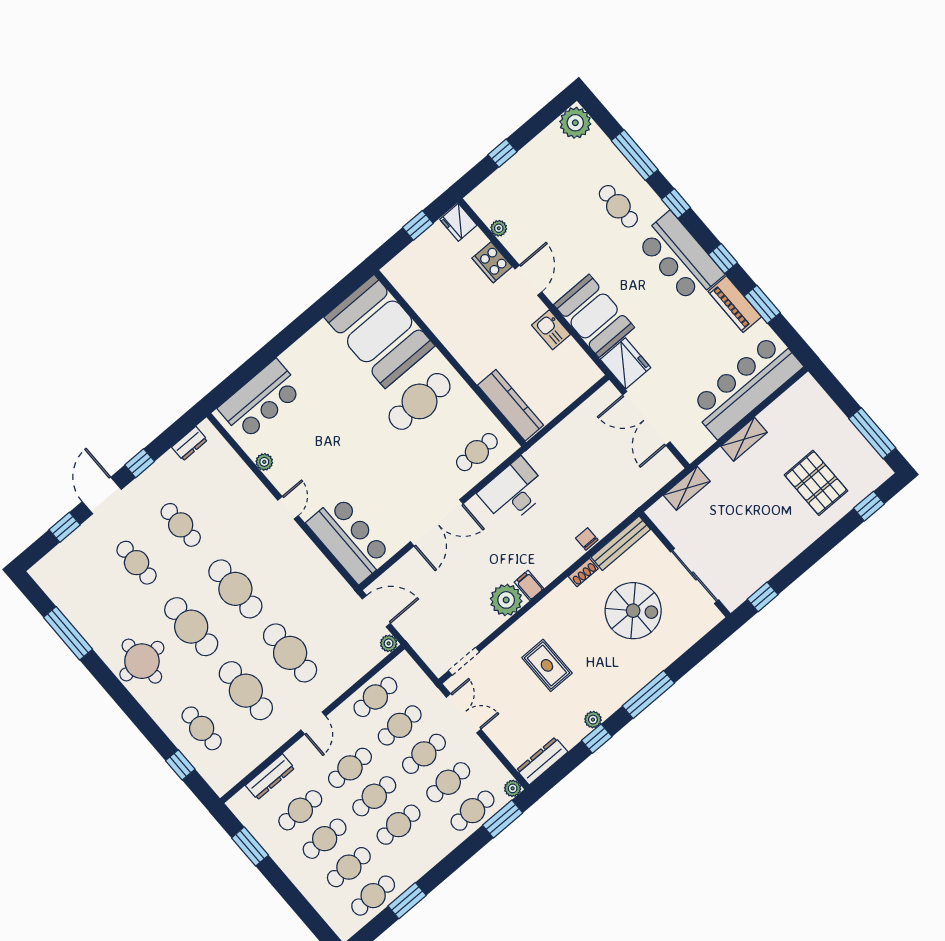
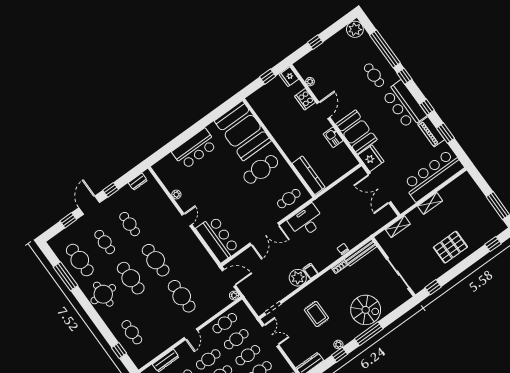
window: (635, 155) -> (385, 49), width x1.46
bar counter: (261, 400) -> (195, 149), moved
pallet: (816, 483) -> (450, 247), moved, turned 90
spiral stairs: (633, 611) -> (366, 310), moved
cafe table: (246, 691) -> (80, 260), moved

